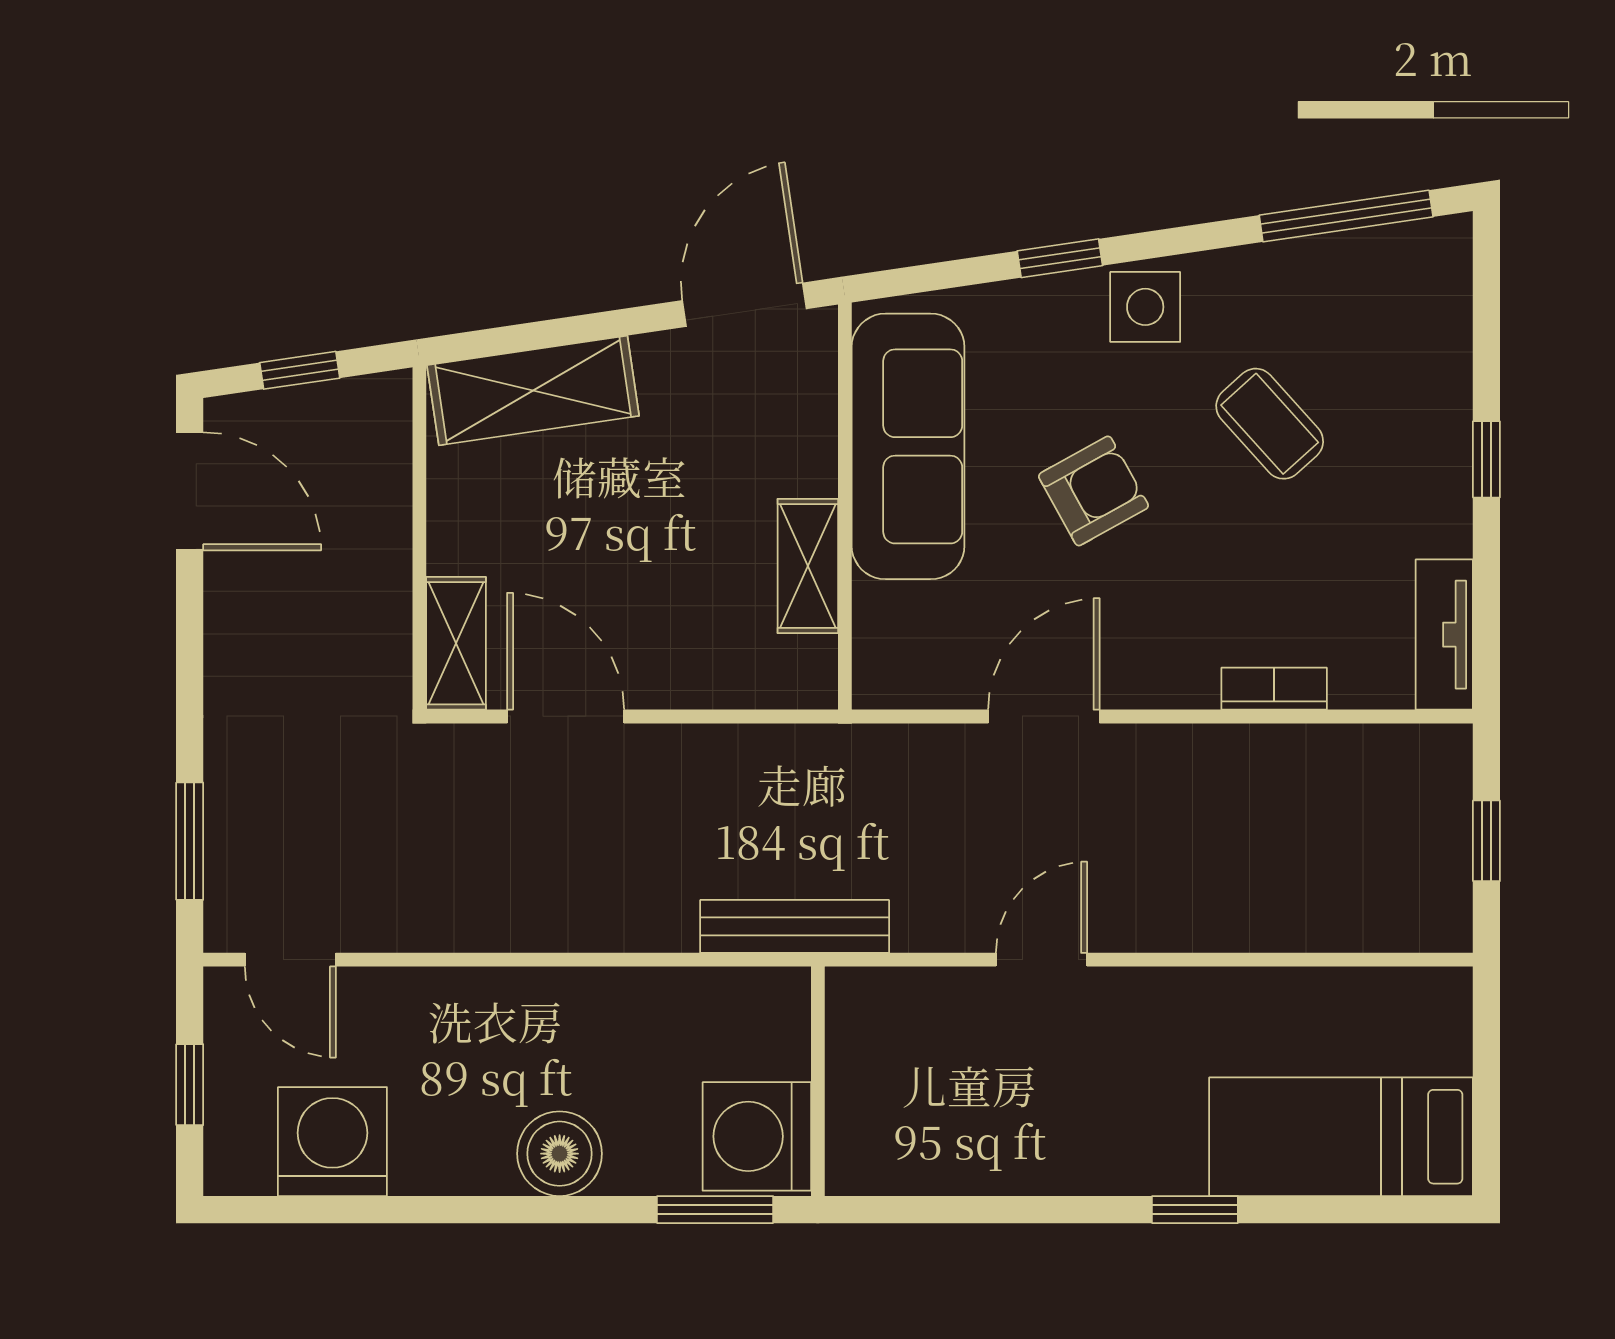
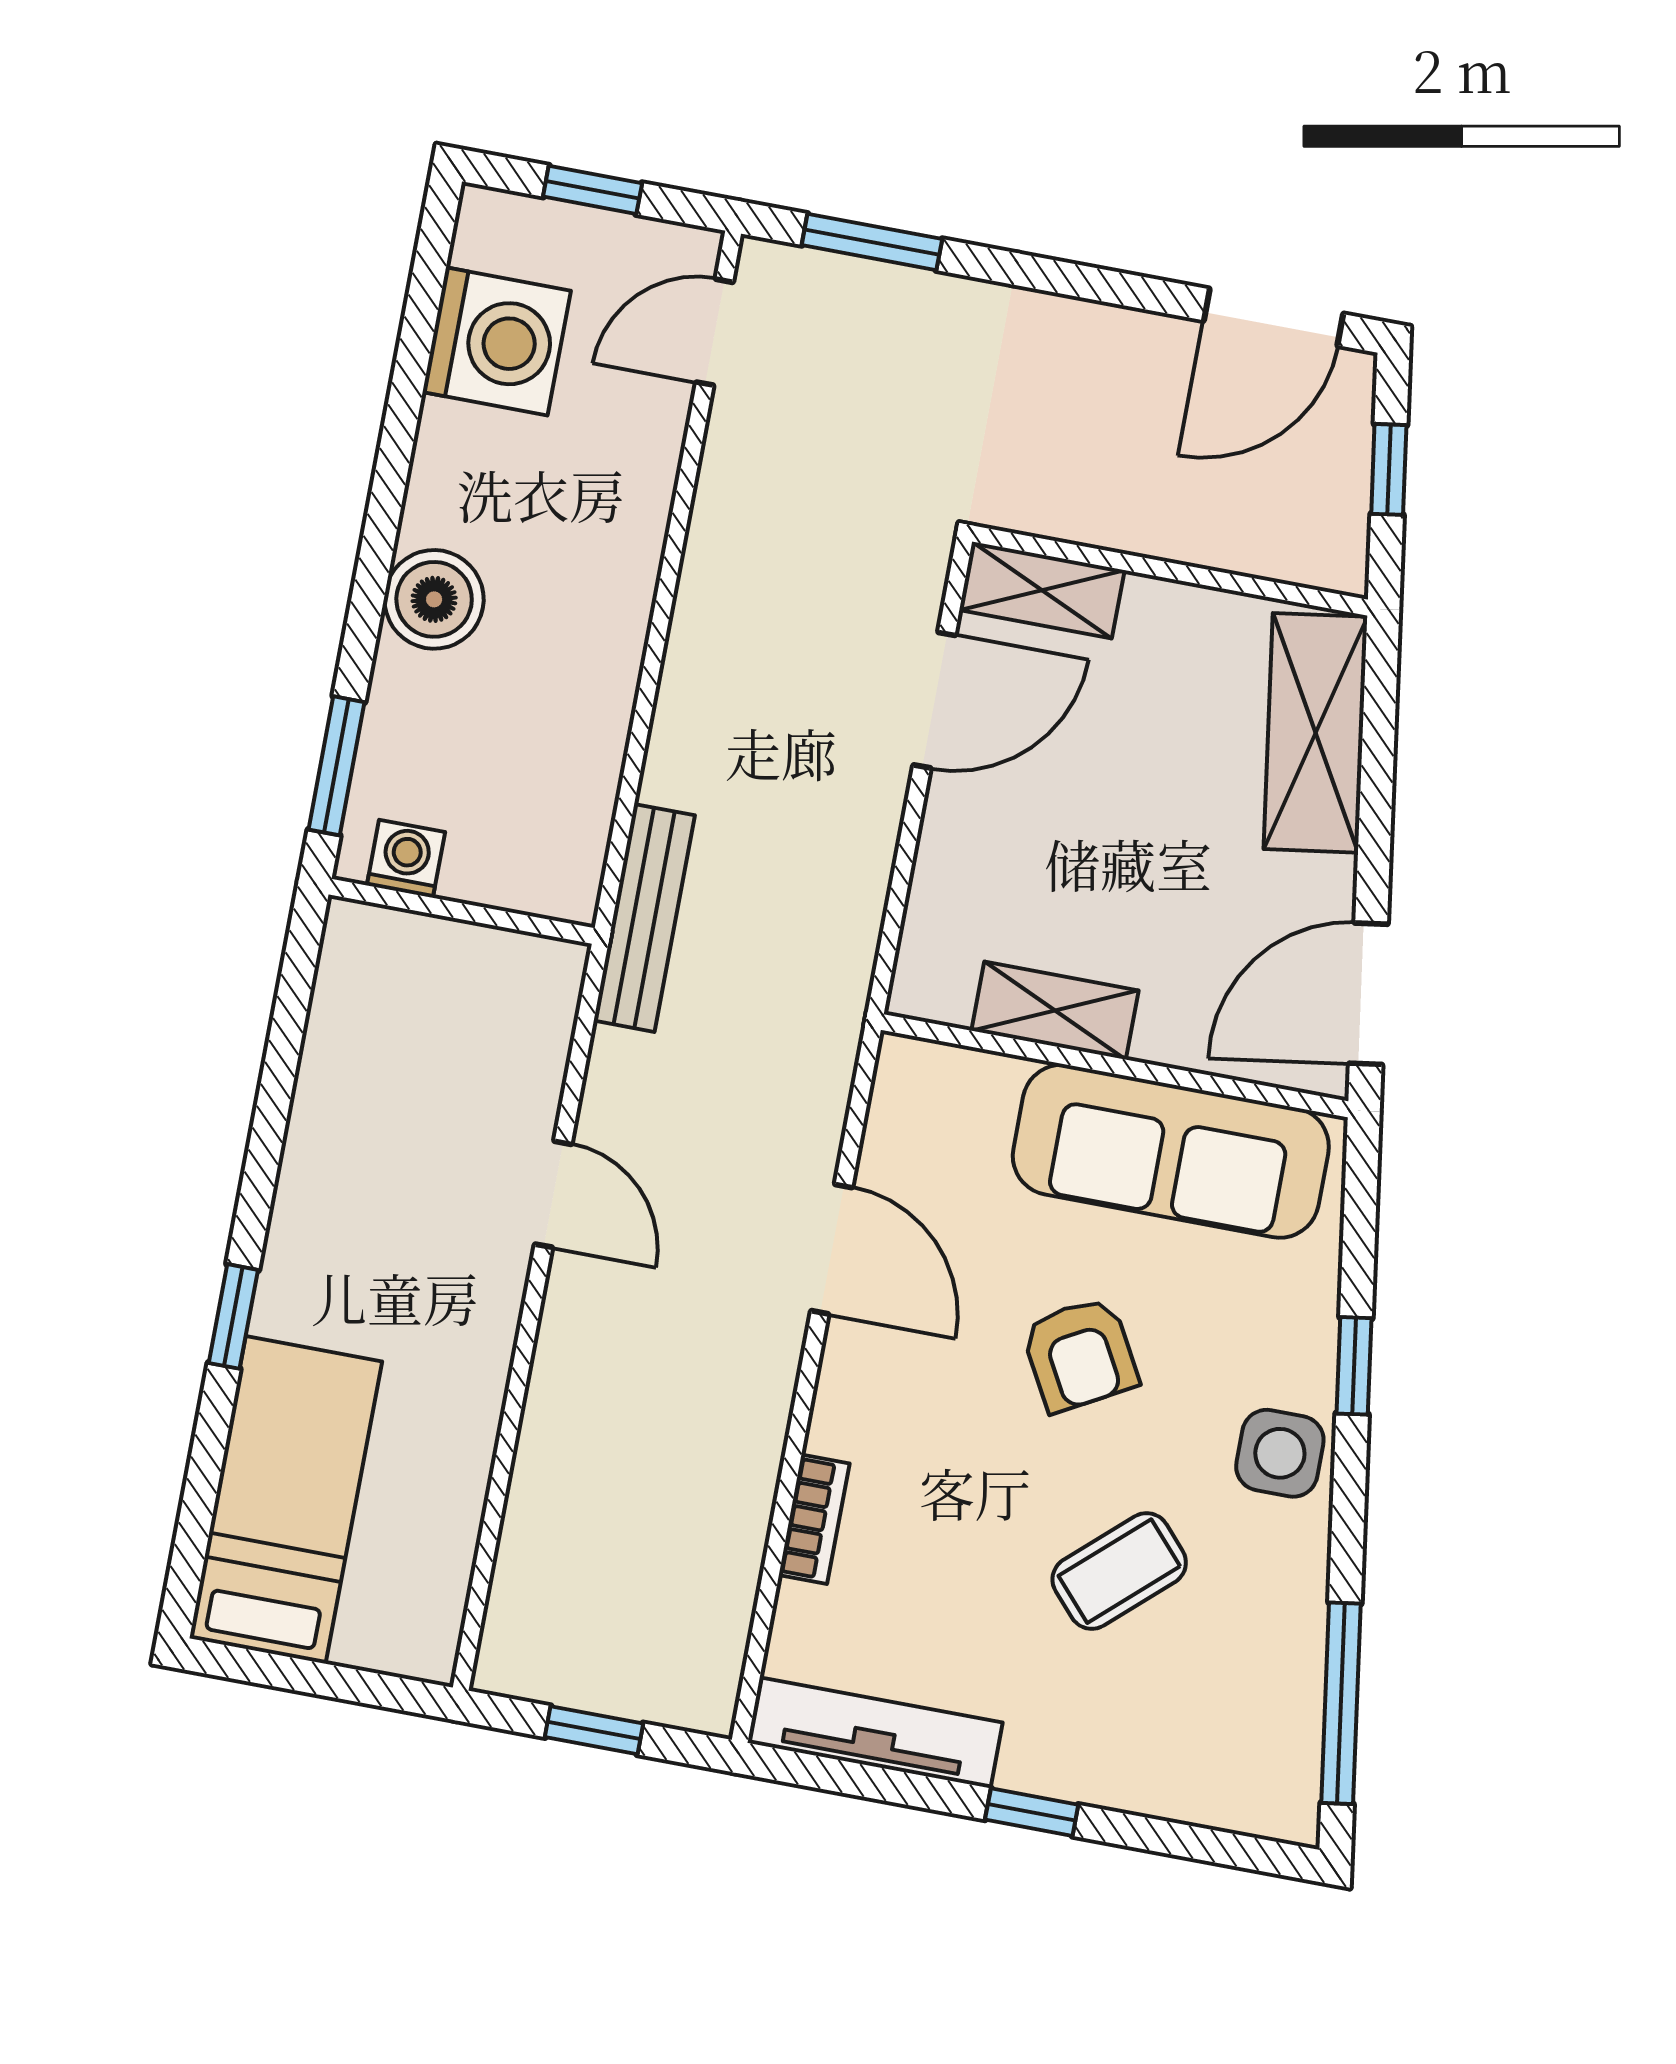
door: (744, 305) -> (1368, 994), swing flipped
tv unit: (1444, 635) -> (875, 1733), width x1.41
washing machine: (757, 1136) -> (406, 859), width x0.53, depth x0.53

